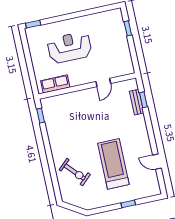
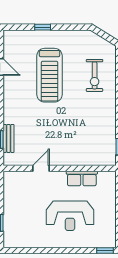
row of seats: (55, 84) -> (82, 178), moved
exercise bike: (75, 172) -> (95, 75), turned -137

